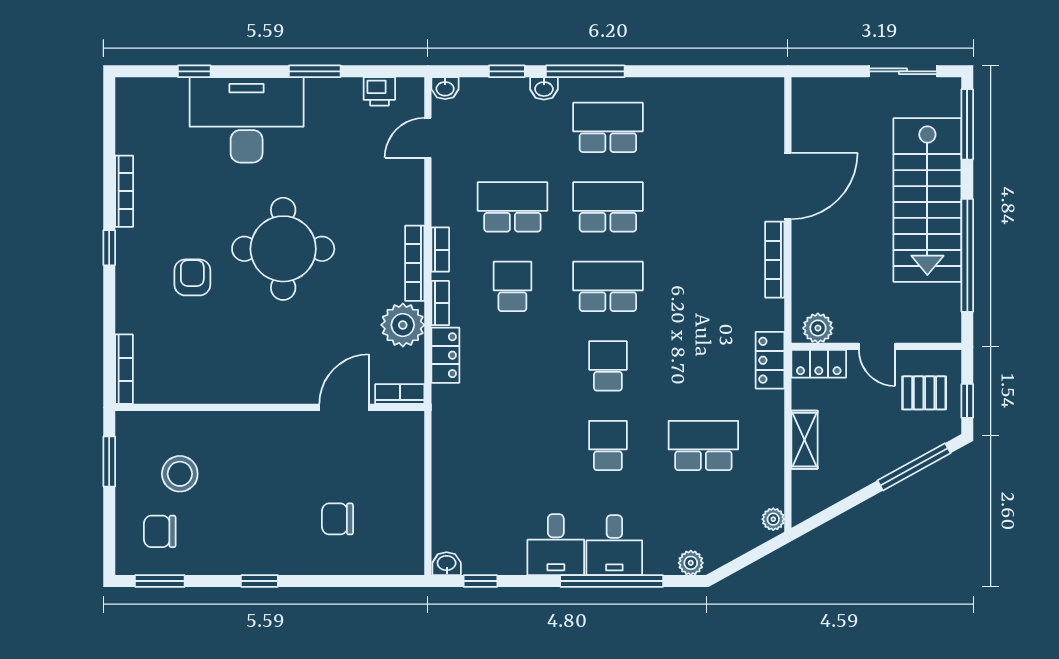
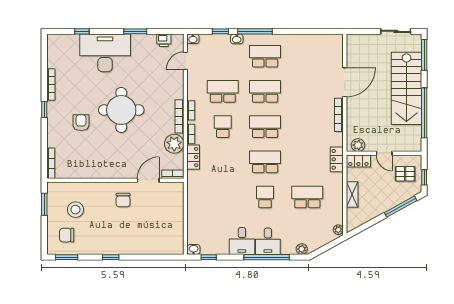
school desk: (608, 366) -> (265, 162), width x1.85
chair: (337, 519) -> (123, 200), moved, turned -90

